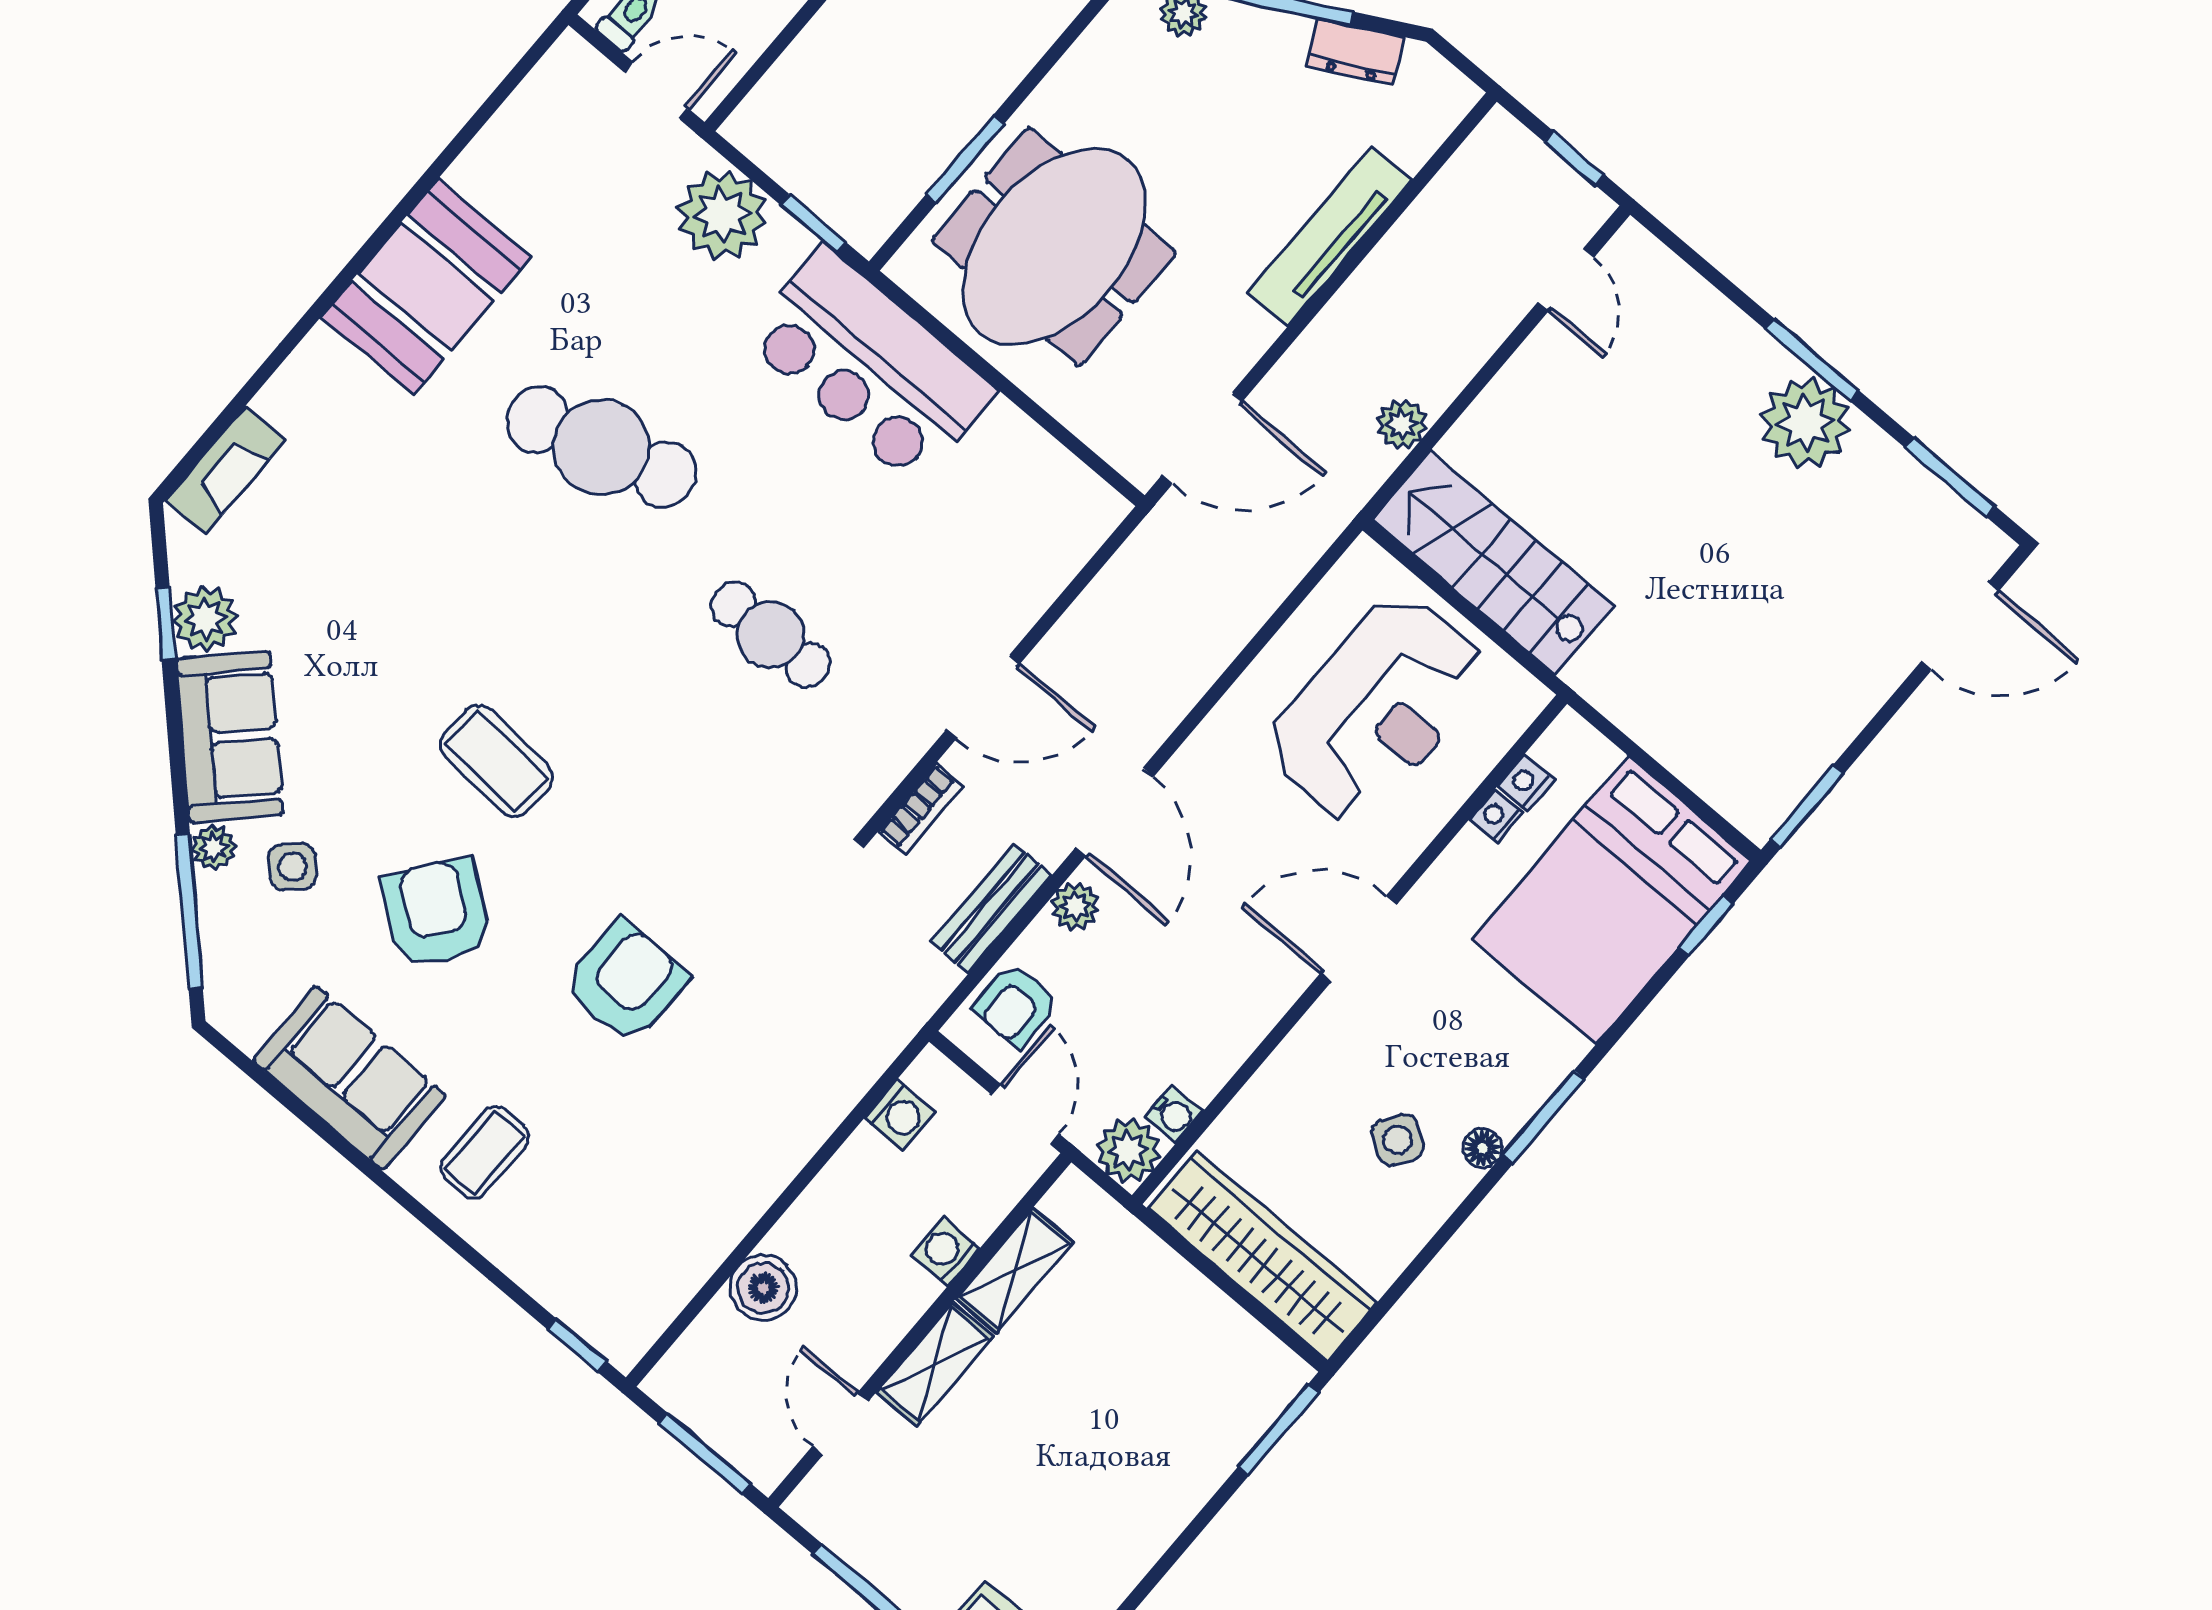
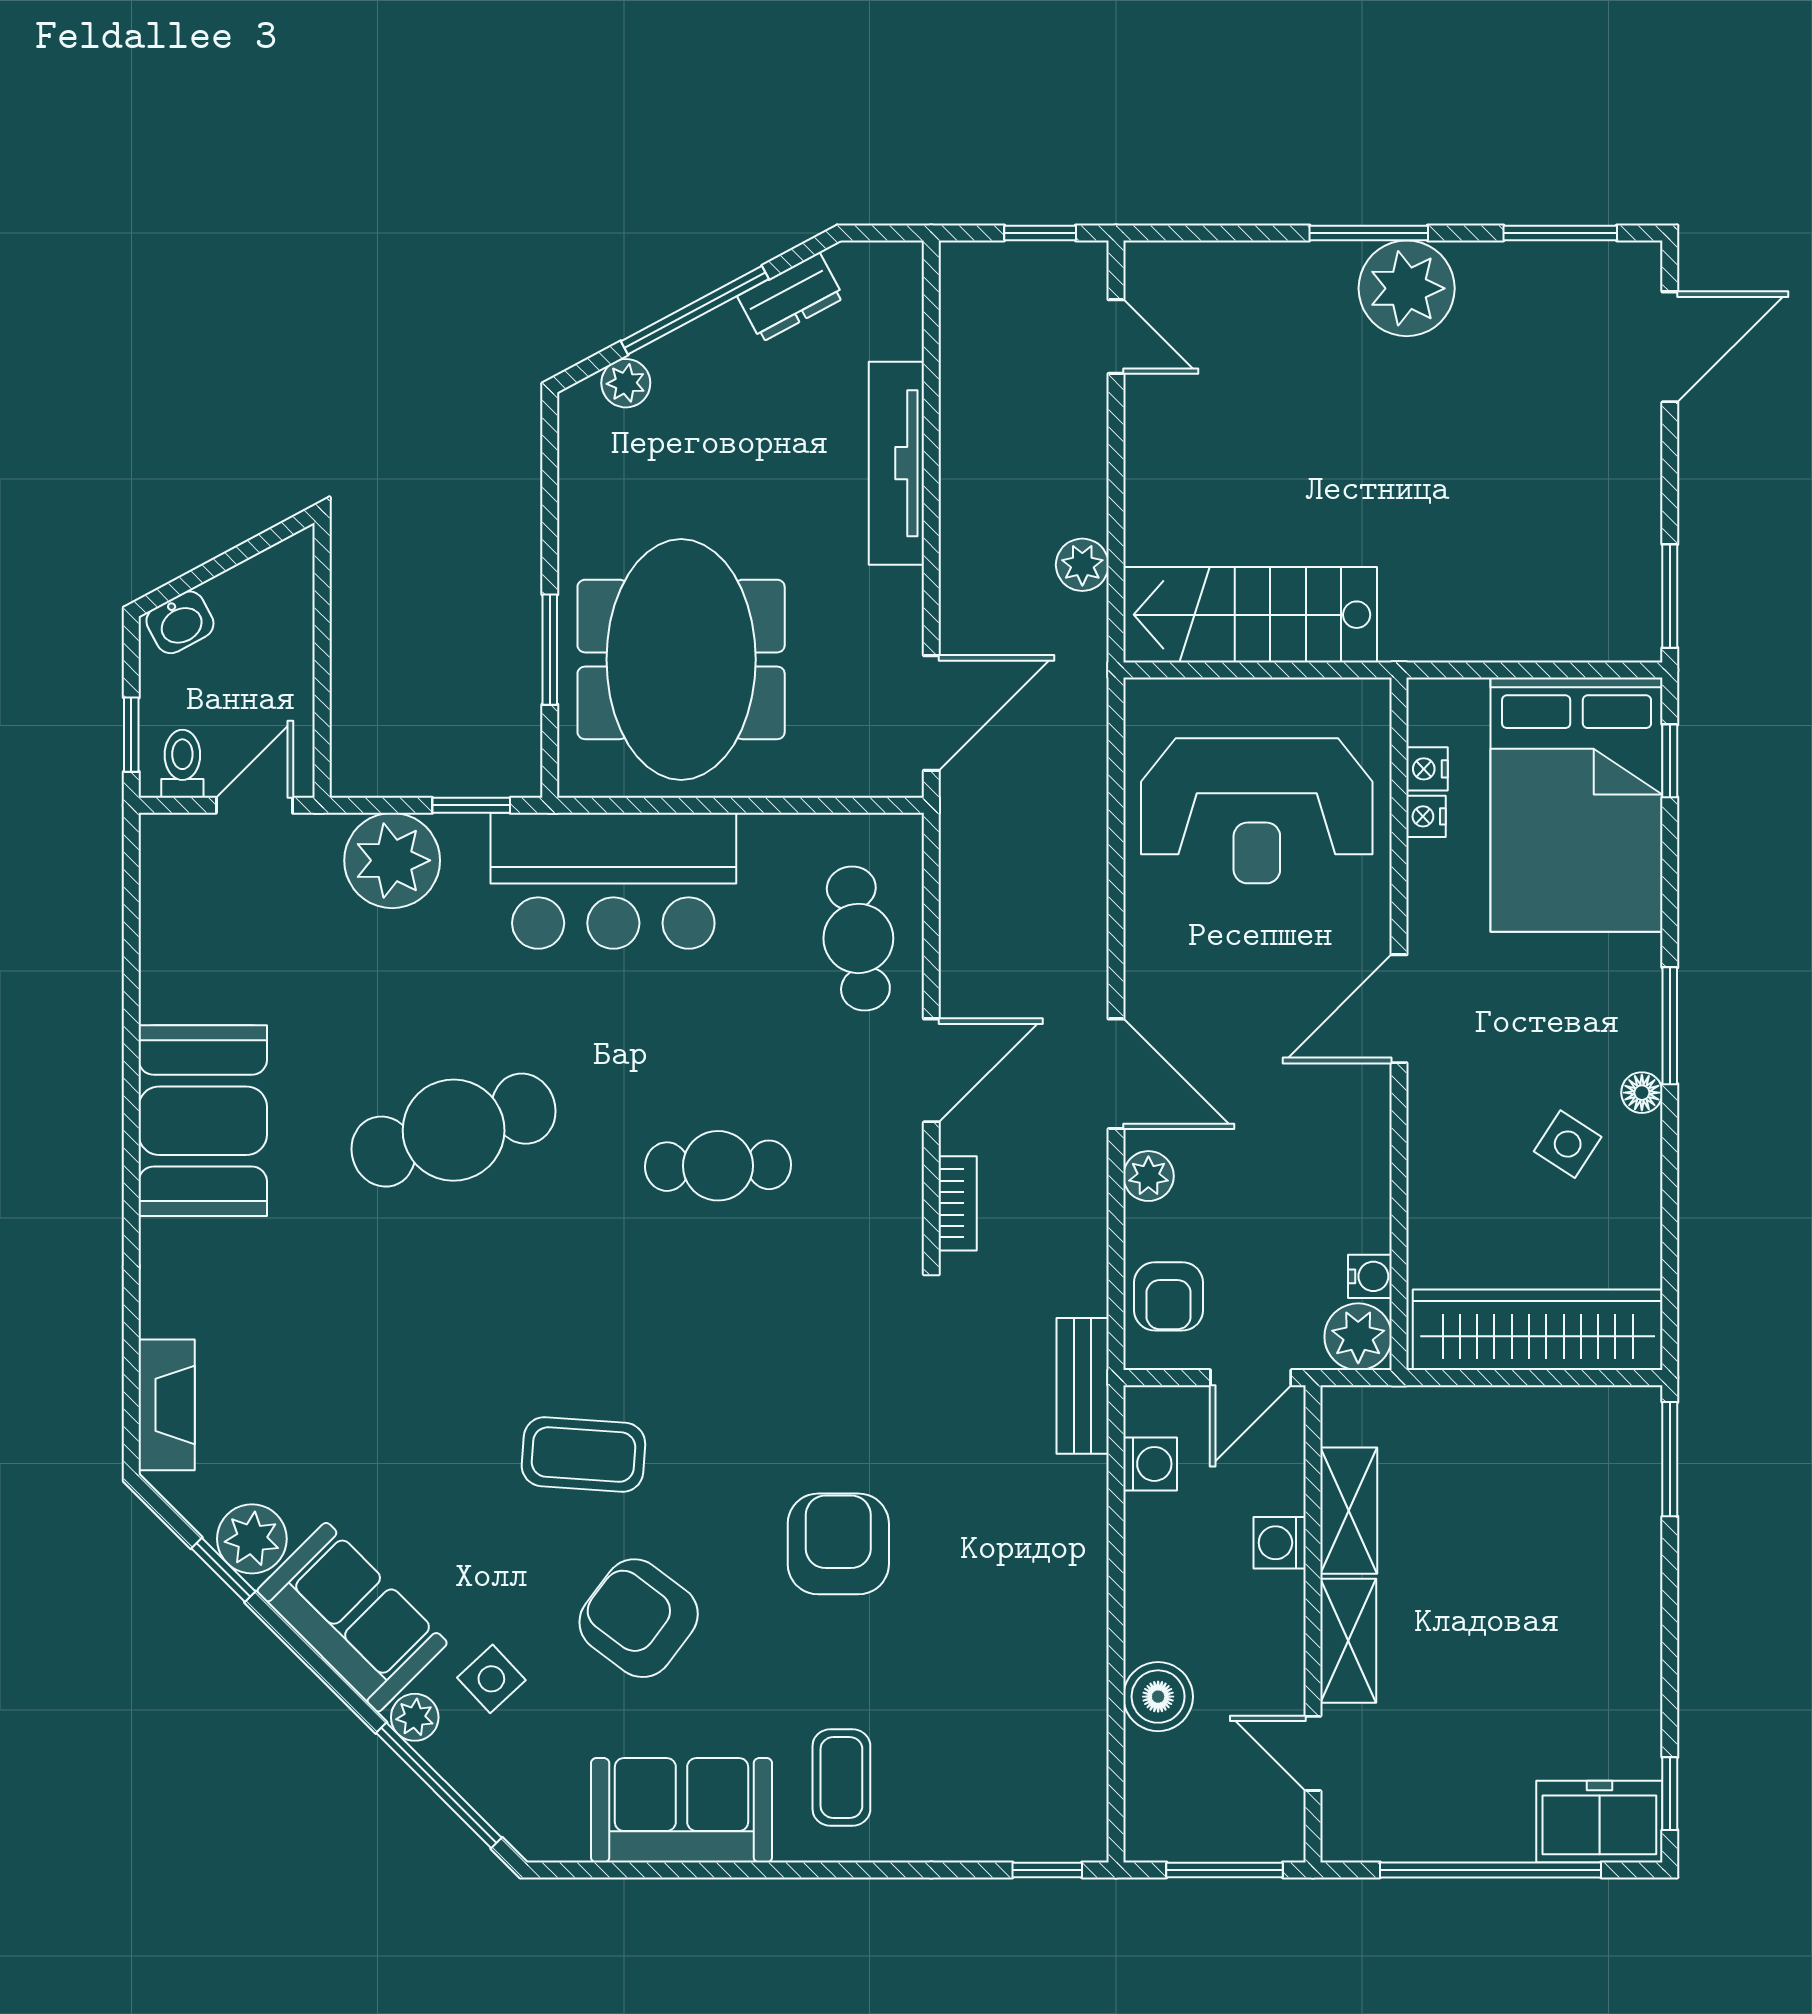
cafe table: (1011, 557) -> (858, 938), added
reception desk: (1377, 709) -> (1257, 811), turned 90
bench: (991, 909) -> (1083, 1386), moved
door: (1025, 1114) -> (1251, 1378), swing flipped

